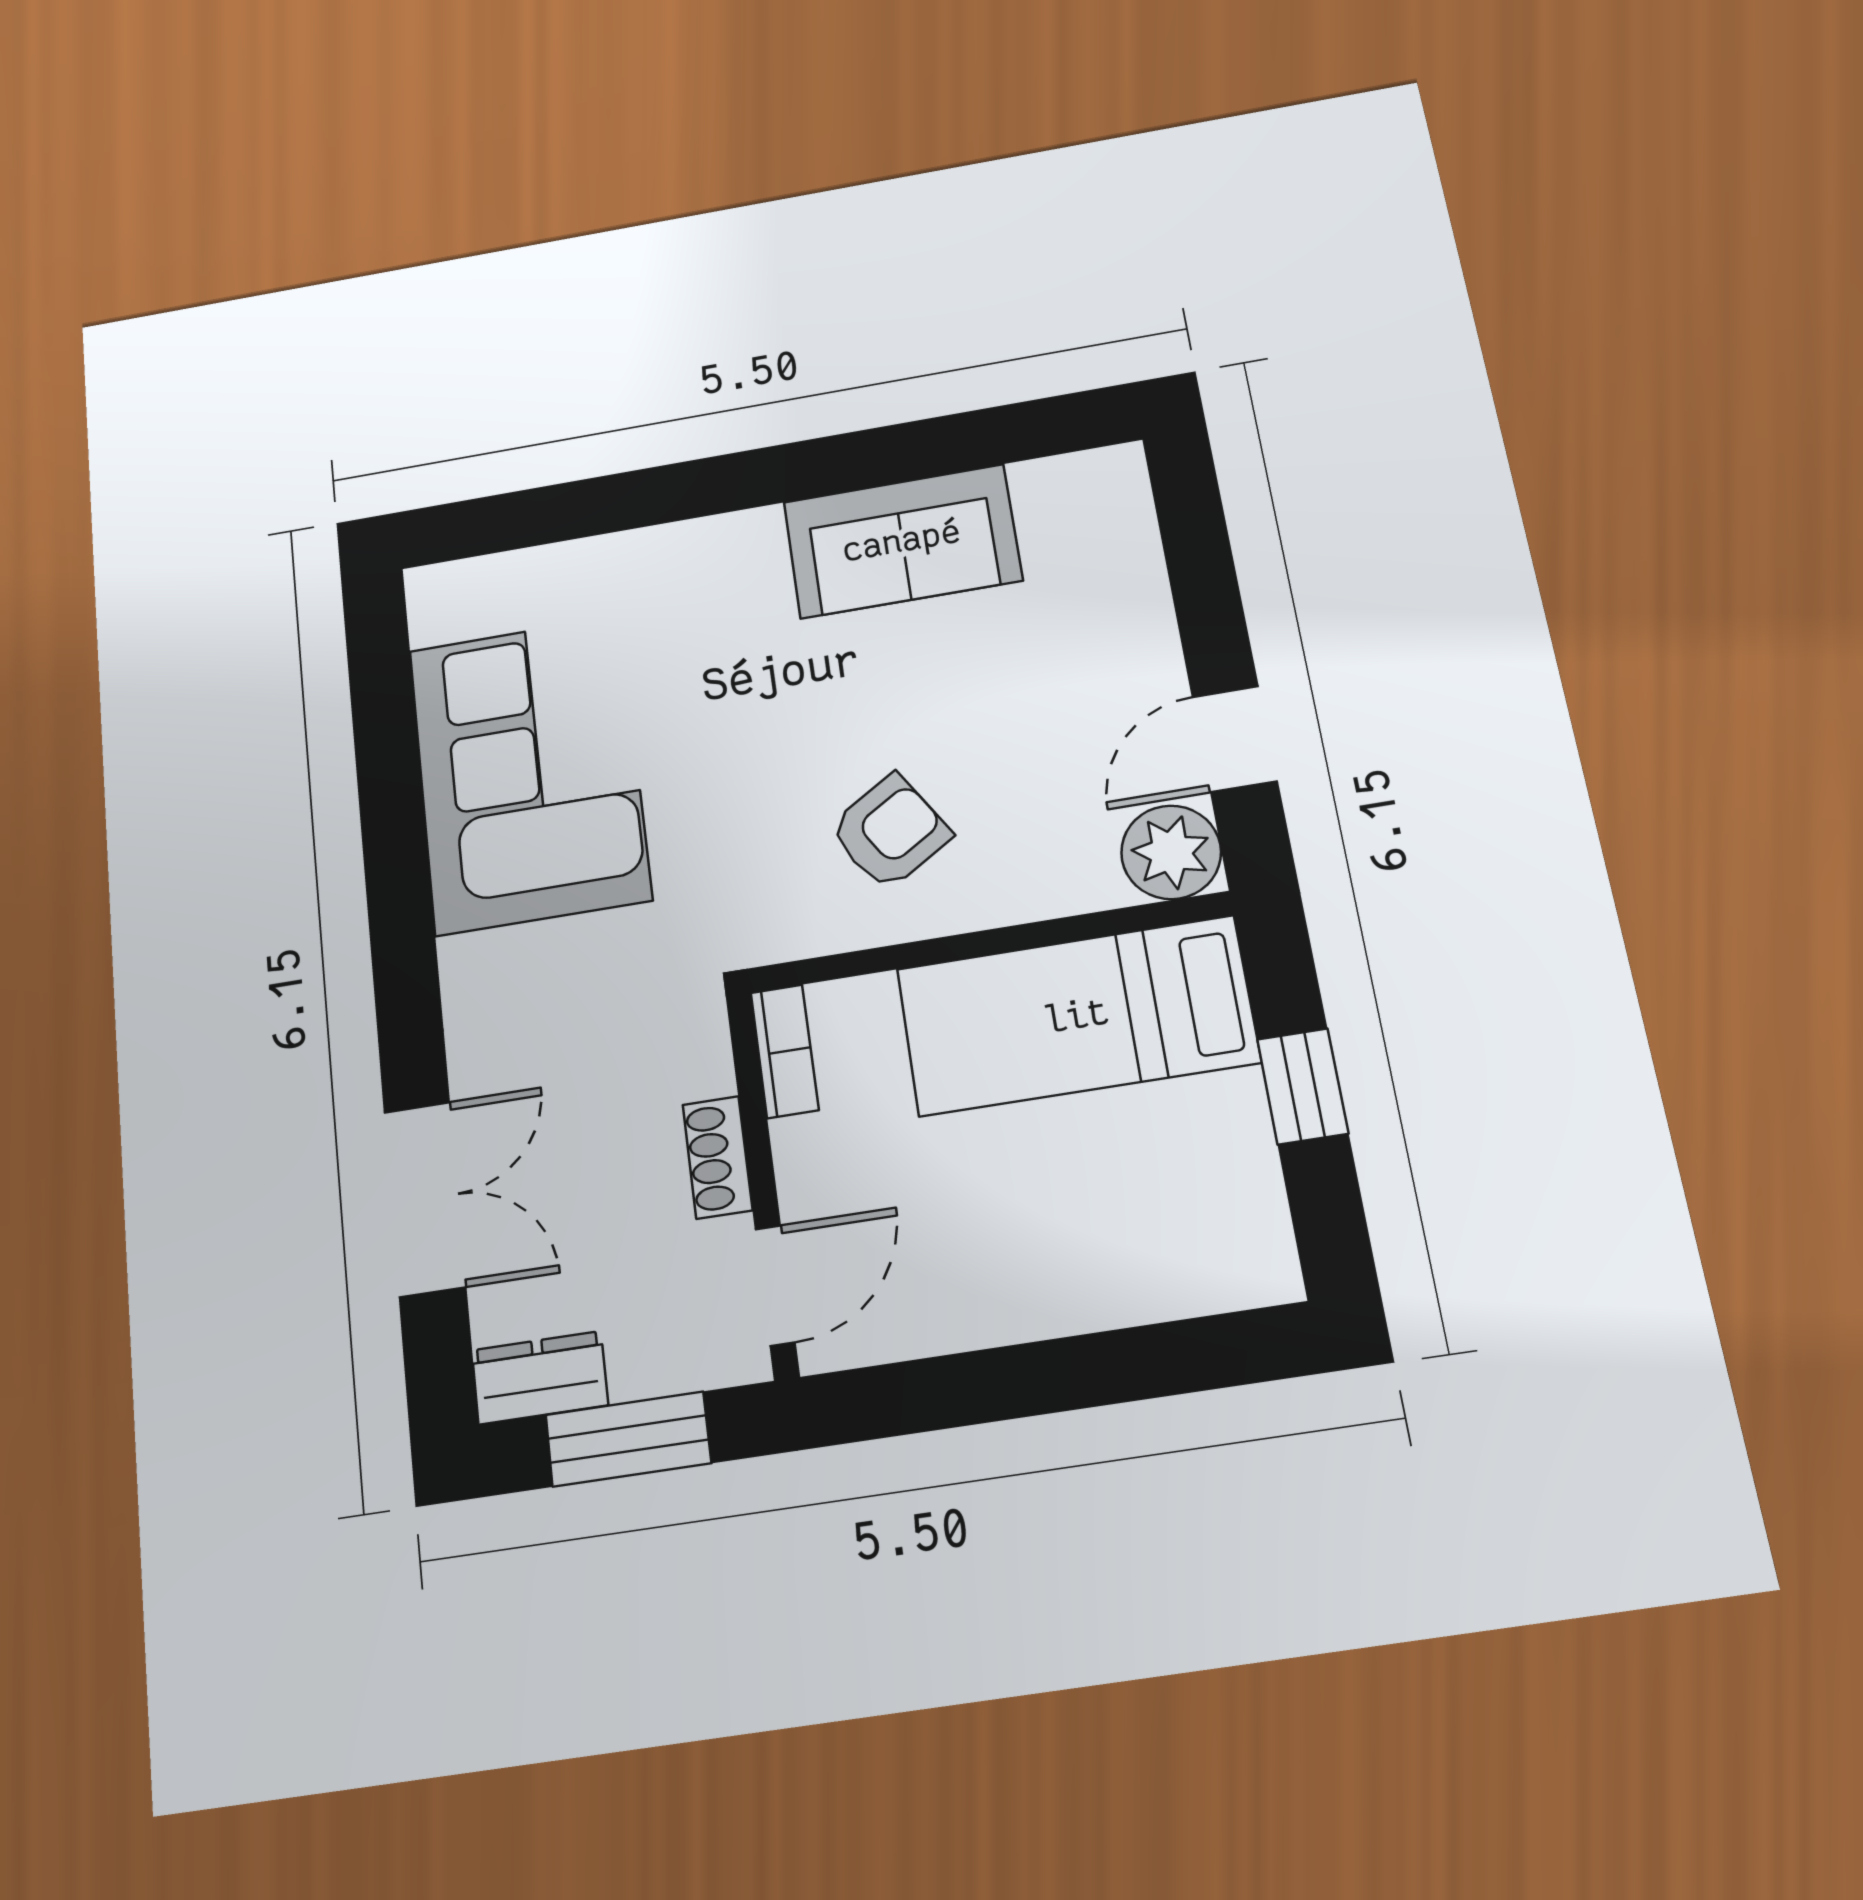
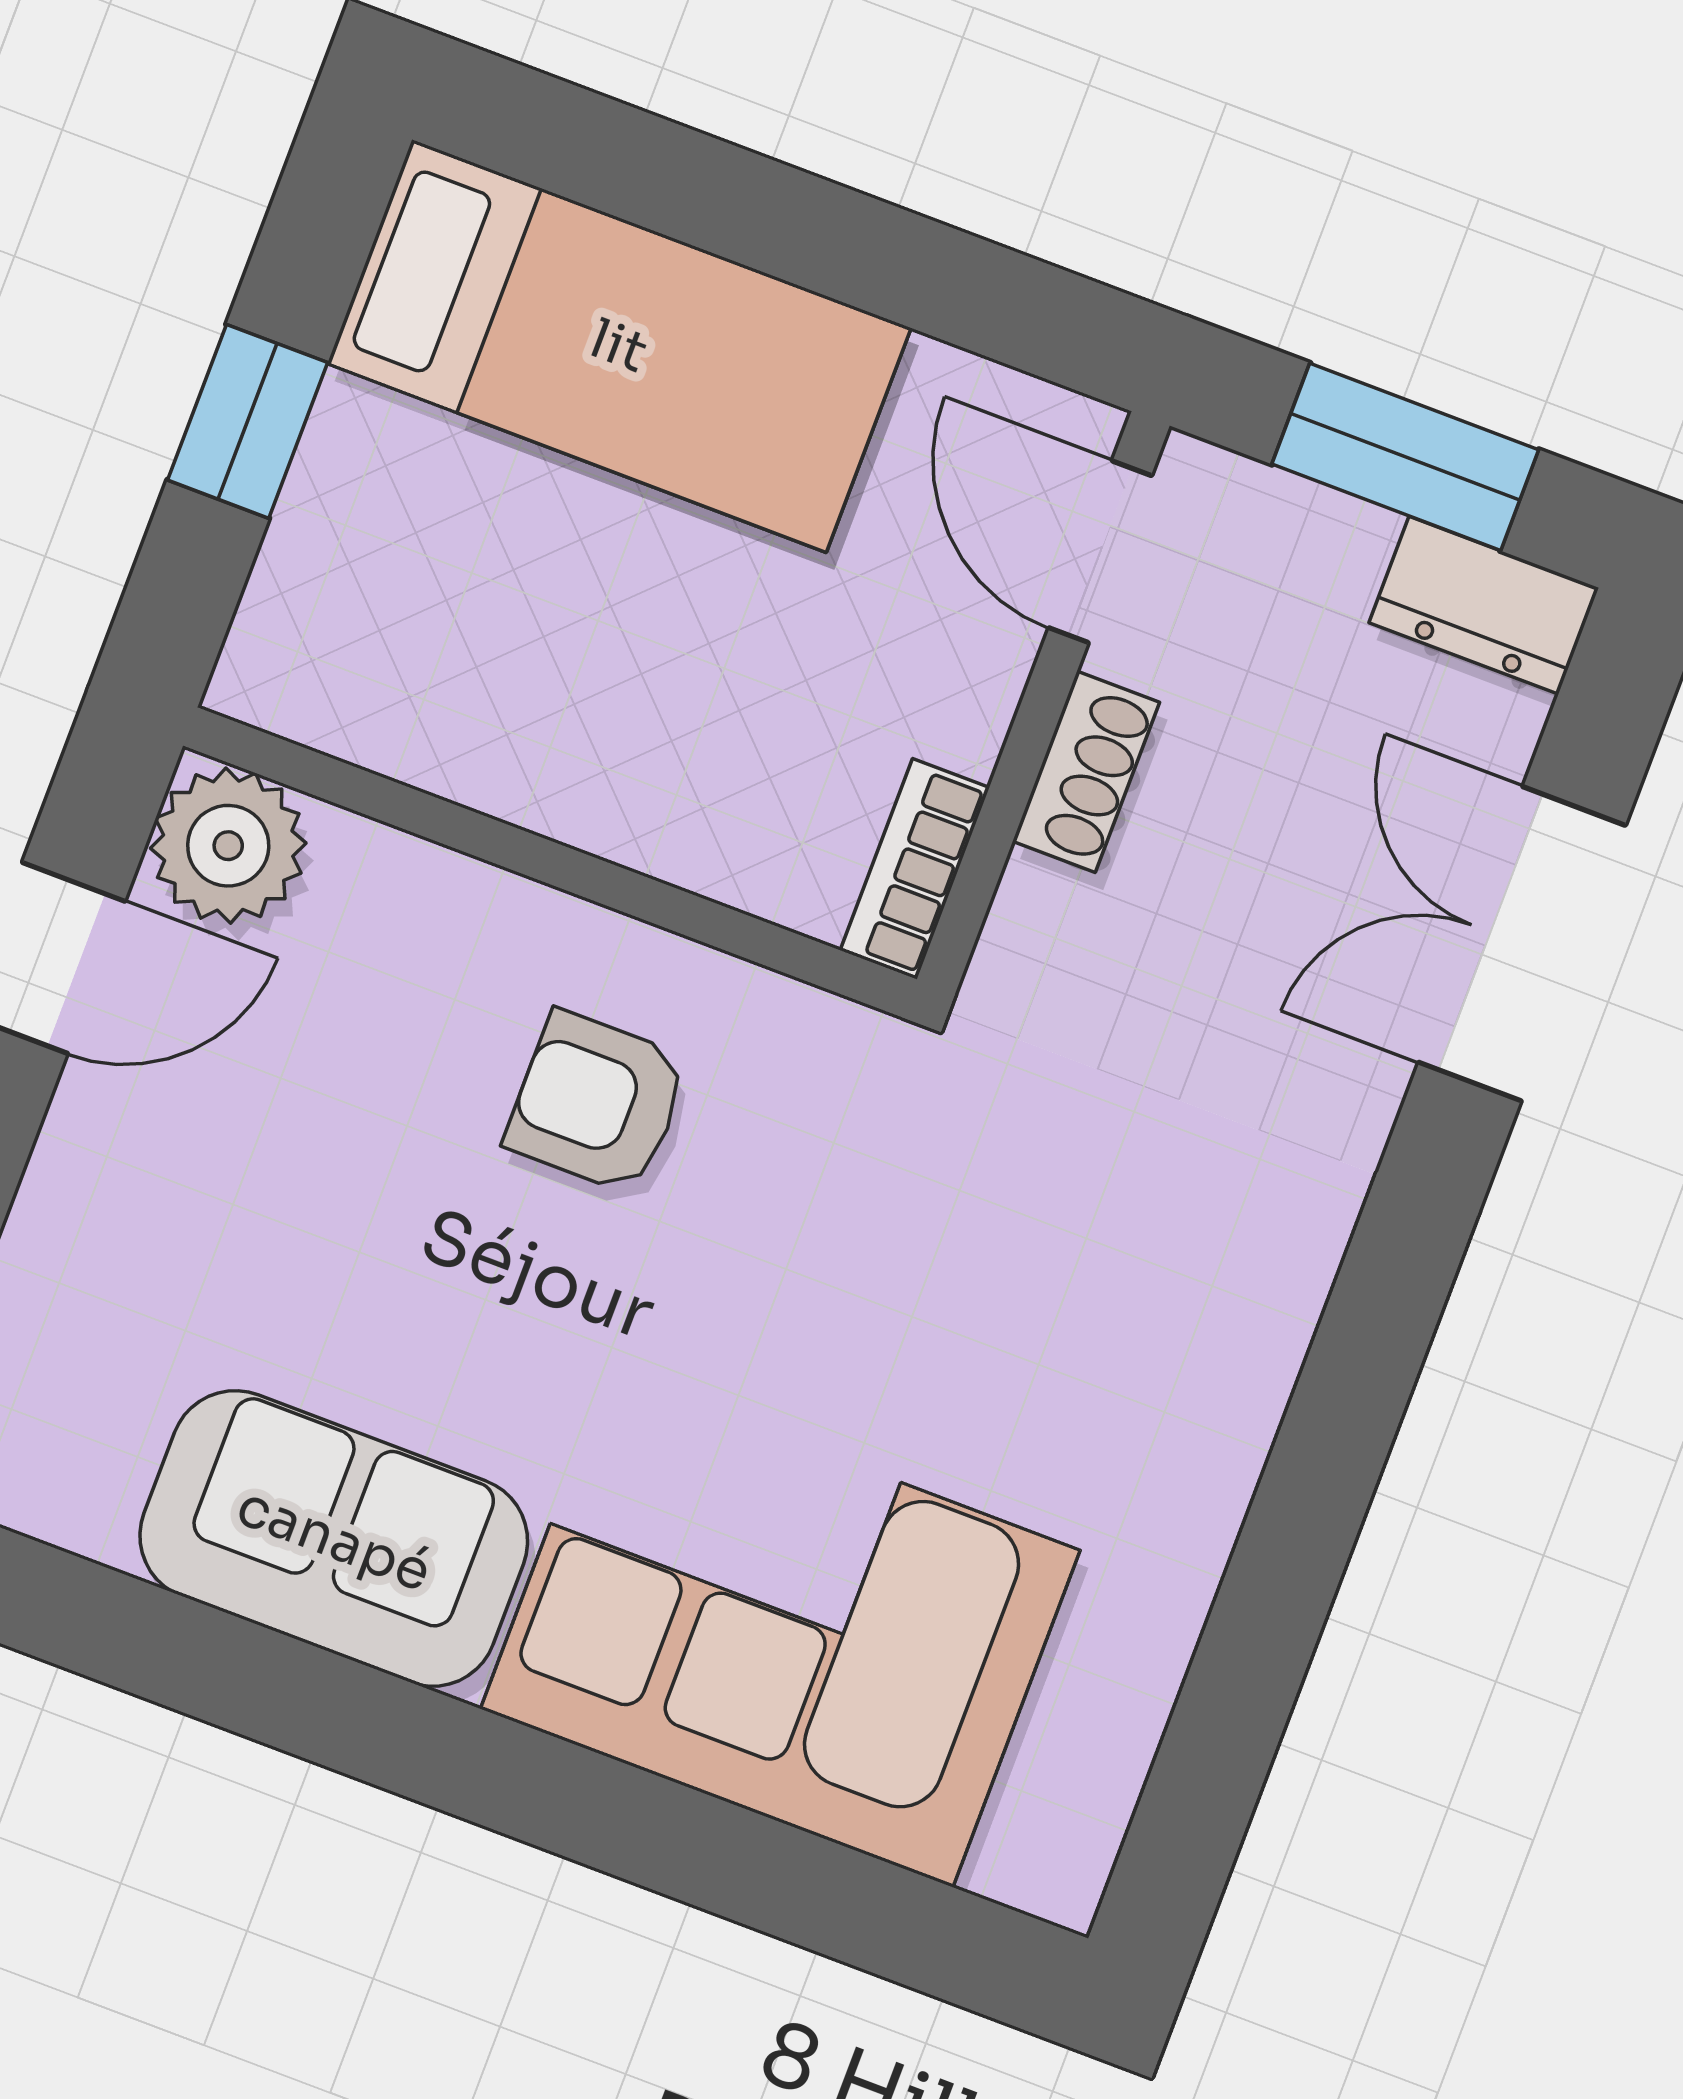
corner sofa: (529, 773) -> (780, 1630), moved, turned 90
armchair: (890, 832) -> (597, 1102), turned 32
bed: (1077, 1016) -> (619, 346), moved
door: (775, 1285) -> (1100, 552), hinge flipped

